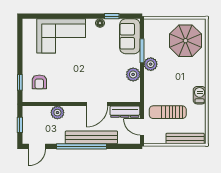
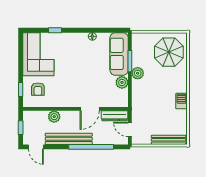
window: (112, 16) -> (55, 30), moved
corner sofa: (61, 36) -> (38, 54), moved, turned -90
sofa: (130, 36) -> (119, 54), width x1.36
sun lounger: (168, 112) -> (153, 116), removed
bench: (91, 137) -> (69, 139), moved
door: (37, 146) -> (36, 147), hinge flipped
window: (82, 146) -> (91, 147), moved

